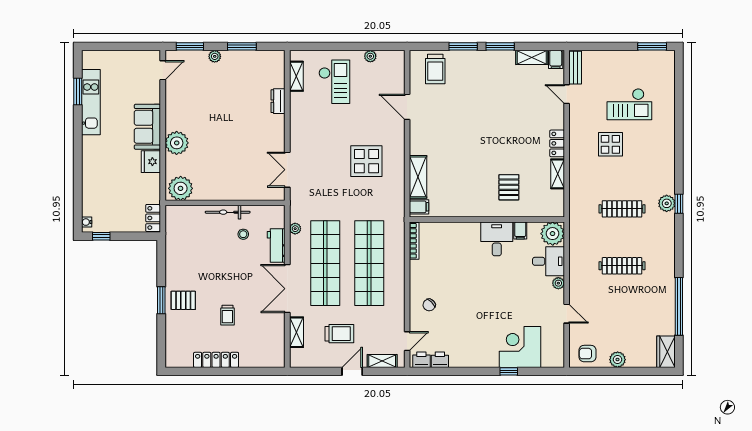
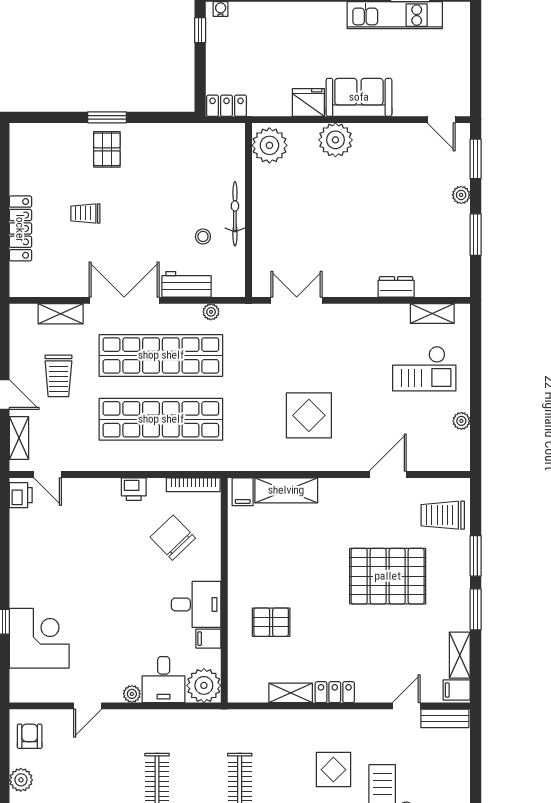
pallet: (477, 107) -> (388, 576), added
chair: (429, 305) -> (173, 538), moved, width x1.87, depth x1.87
locker: (216, 360) -> (20, 228), moved
printer: (440, 360) -> (134, 489), moved, turned 90

